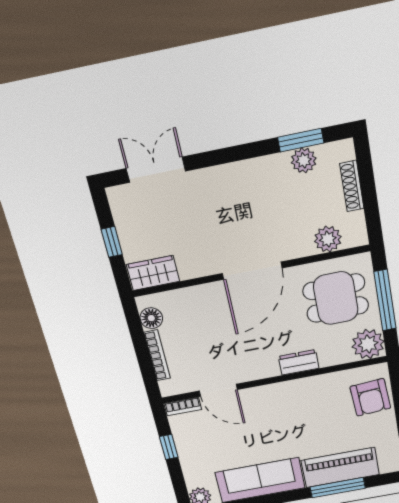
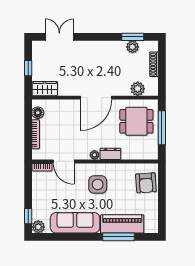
plant: (368, 344) -> (94, 155), moved, width x0.53, depth x0.53
side table: (286, 416) -> (98, 184), added
window: (169, 447) -> (28, 216), moved

